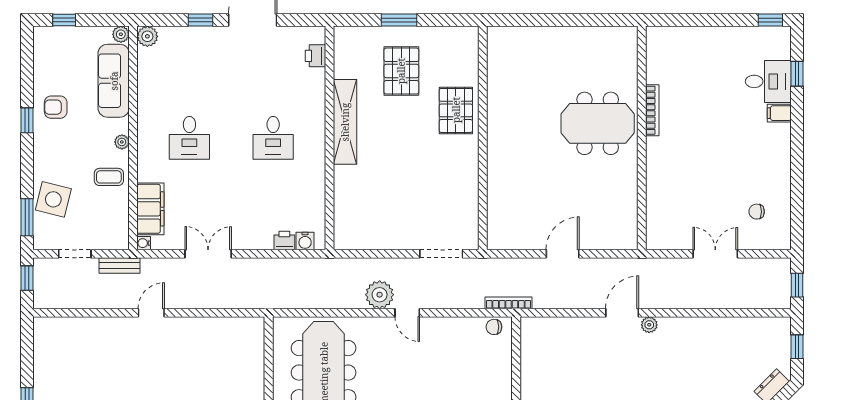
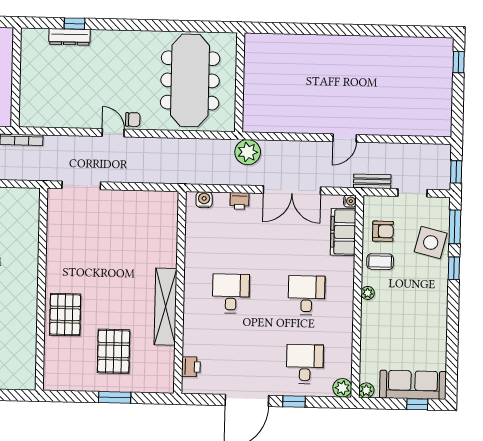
desk: (189, 62) -> (305, 364), added
sofa: (114, 81) -> (413, 385), moved, turned -90
armchair: (56, 107) -> (383, 231), moved
window: (27, 120) -> (454, 268), moved
printer: (284, 241) -> (240, 201), moved
double door: (208, 254) -> (292, 190), width x1.37
plant: (380, 295) -> (248, 152), moved
chair: (494, 327) -> (133, 120), moved

